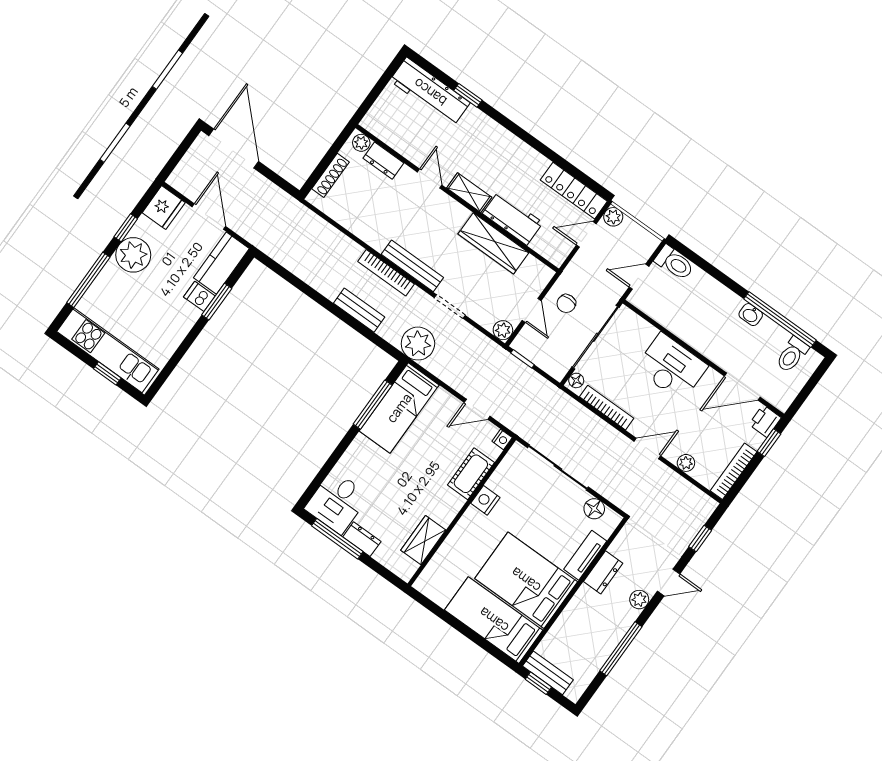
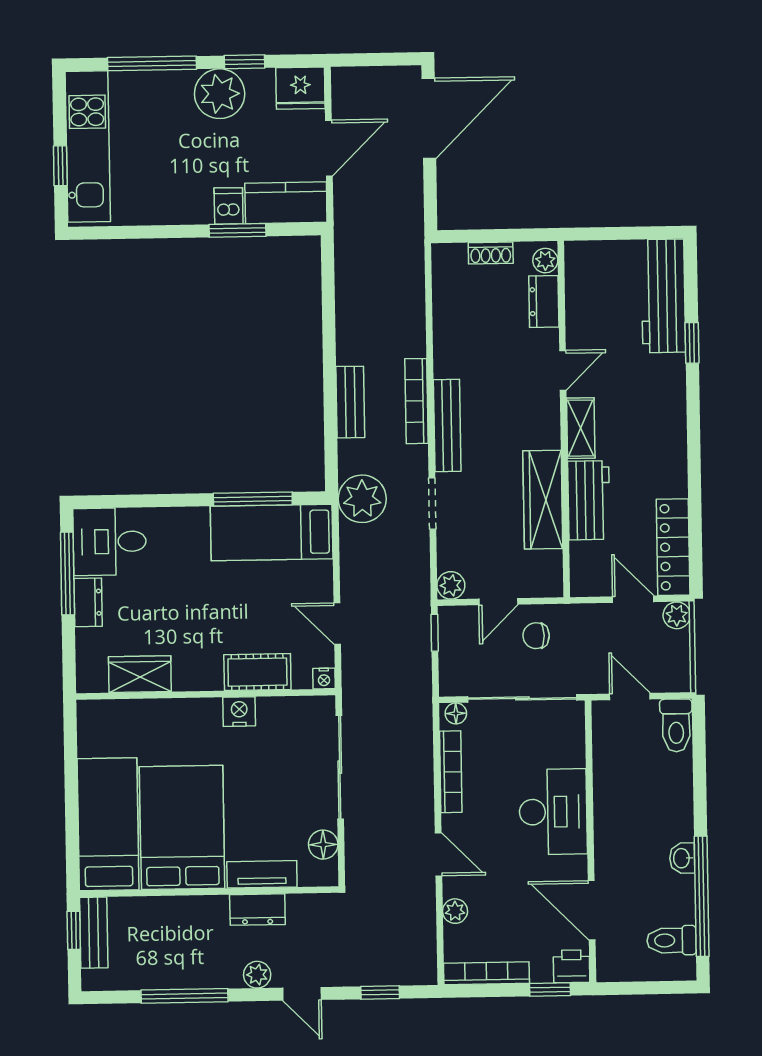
shoe rack: (330, 175) -> (491, 253), width x0.70

